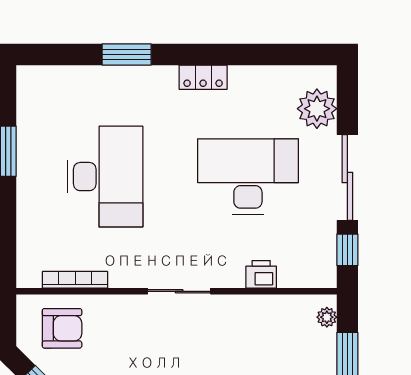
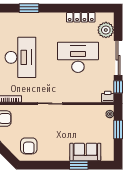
locker: (203, 77) -> (81, 17), moved, width x1.53
printer: (261, 274) -> (108, 97), moved

